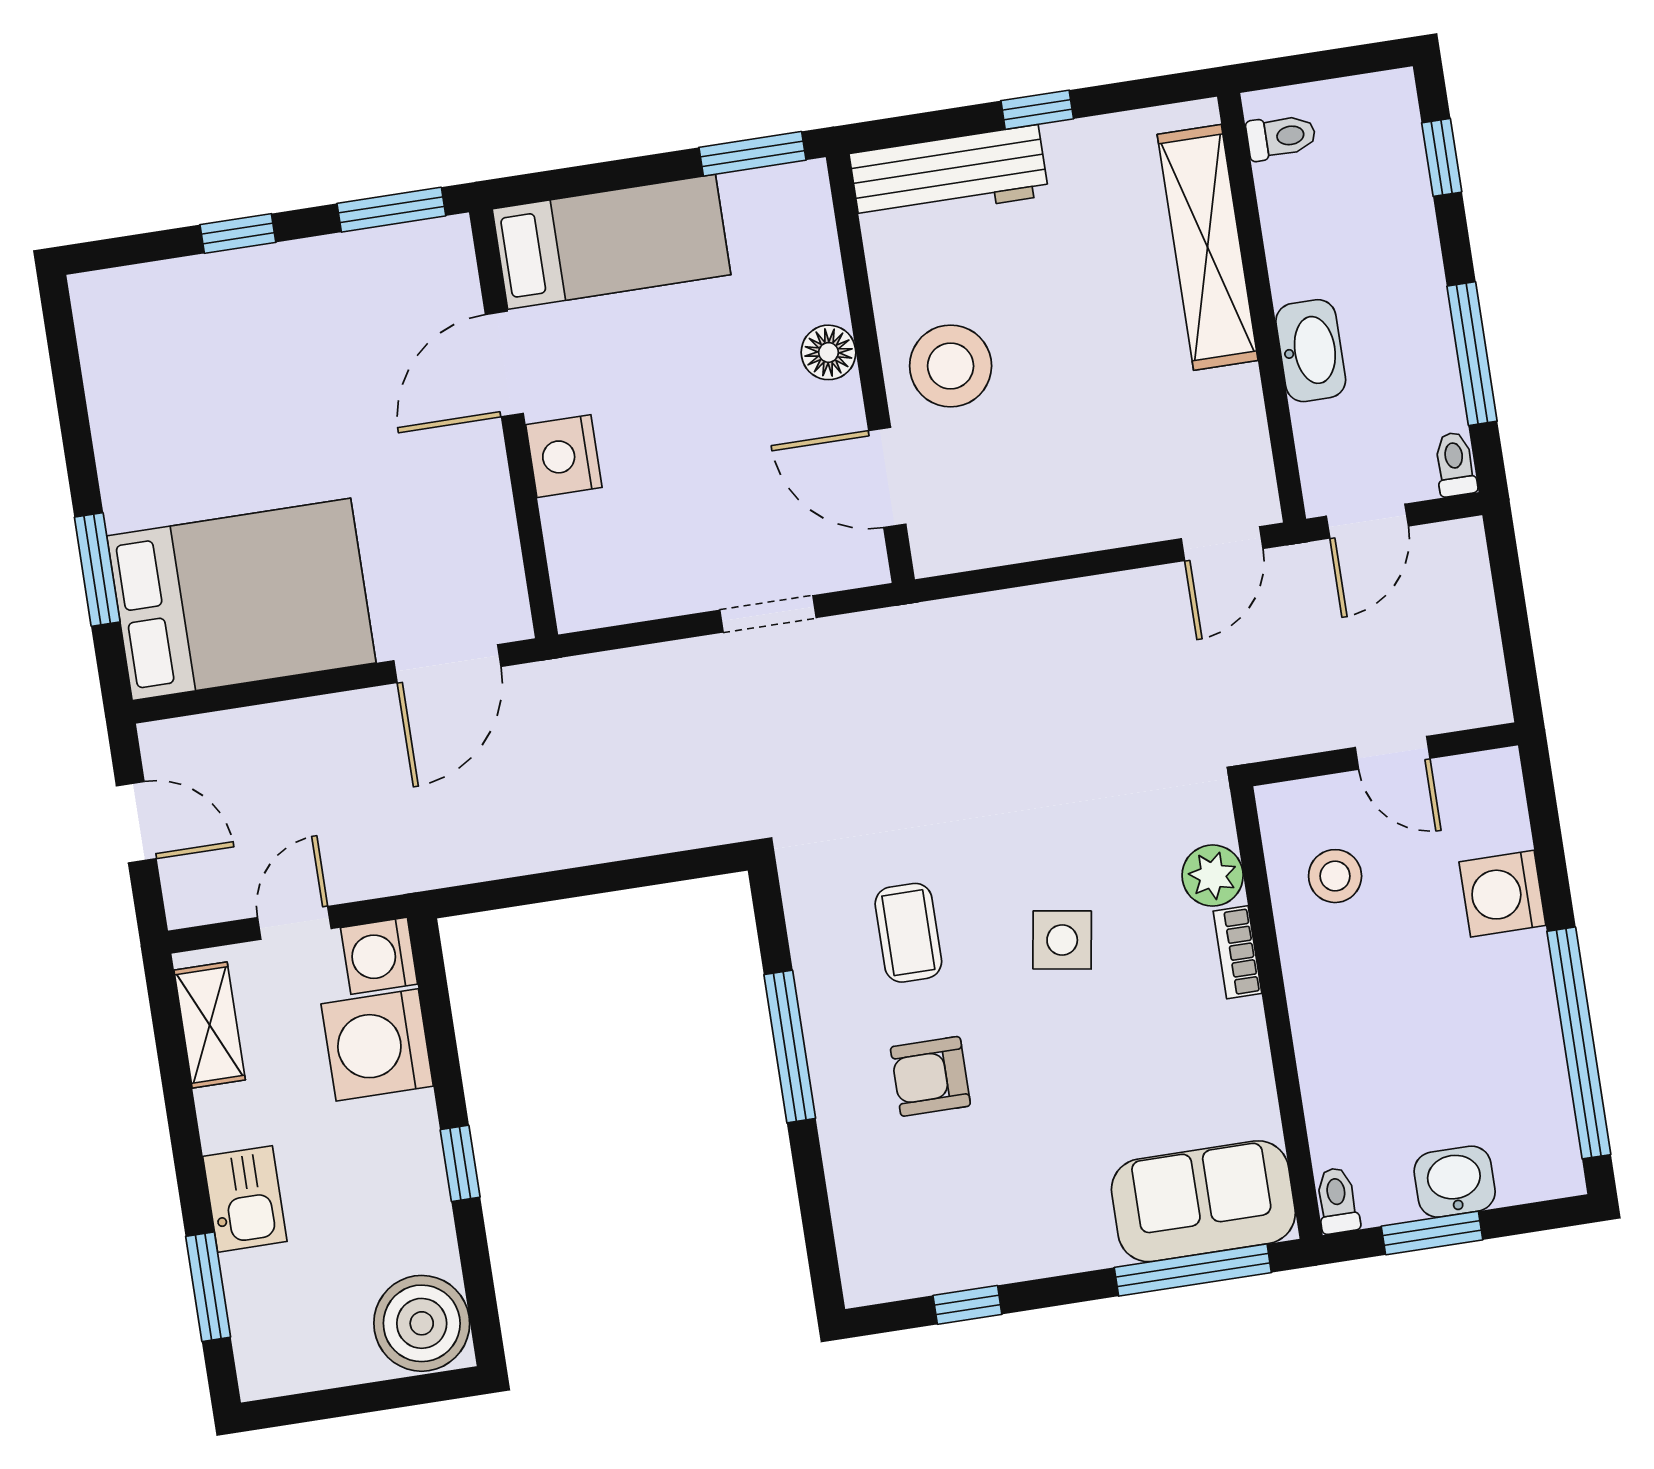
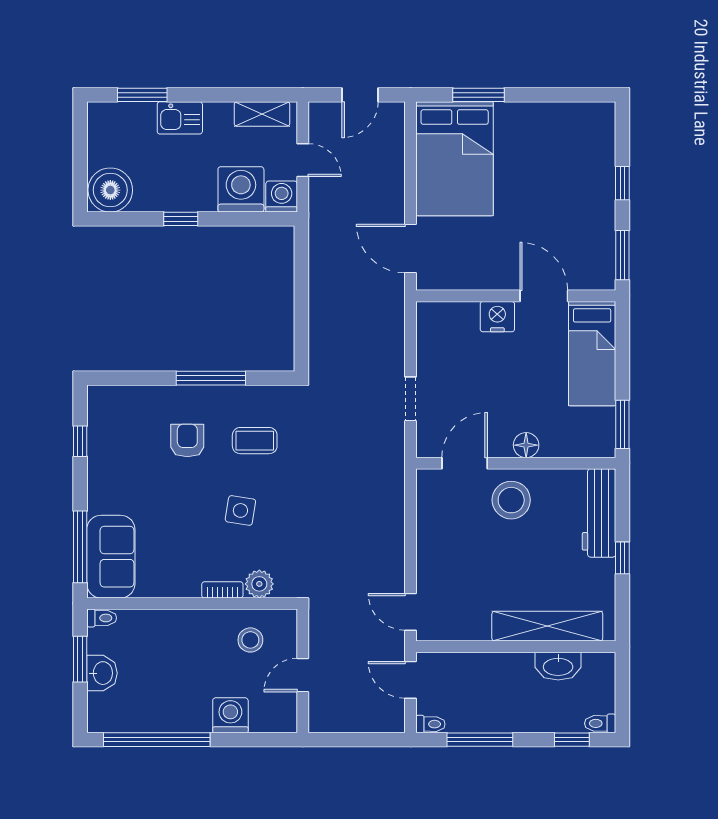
toilet: (1281, 137) -> (600, 723), moved, turned 90
washbasin: (1311, 351) -> (558, 666), moved

